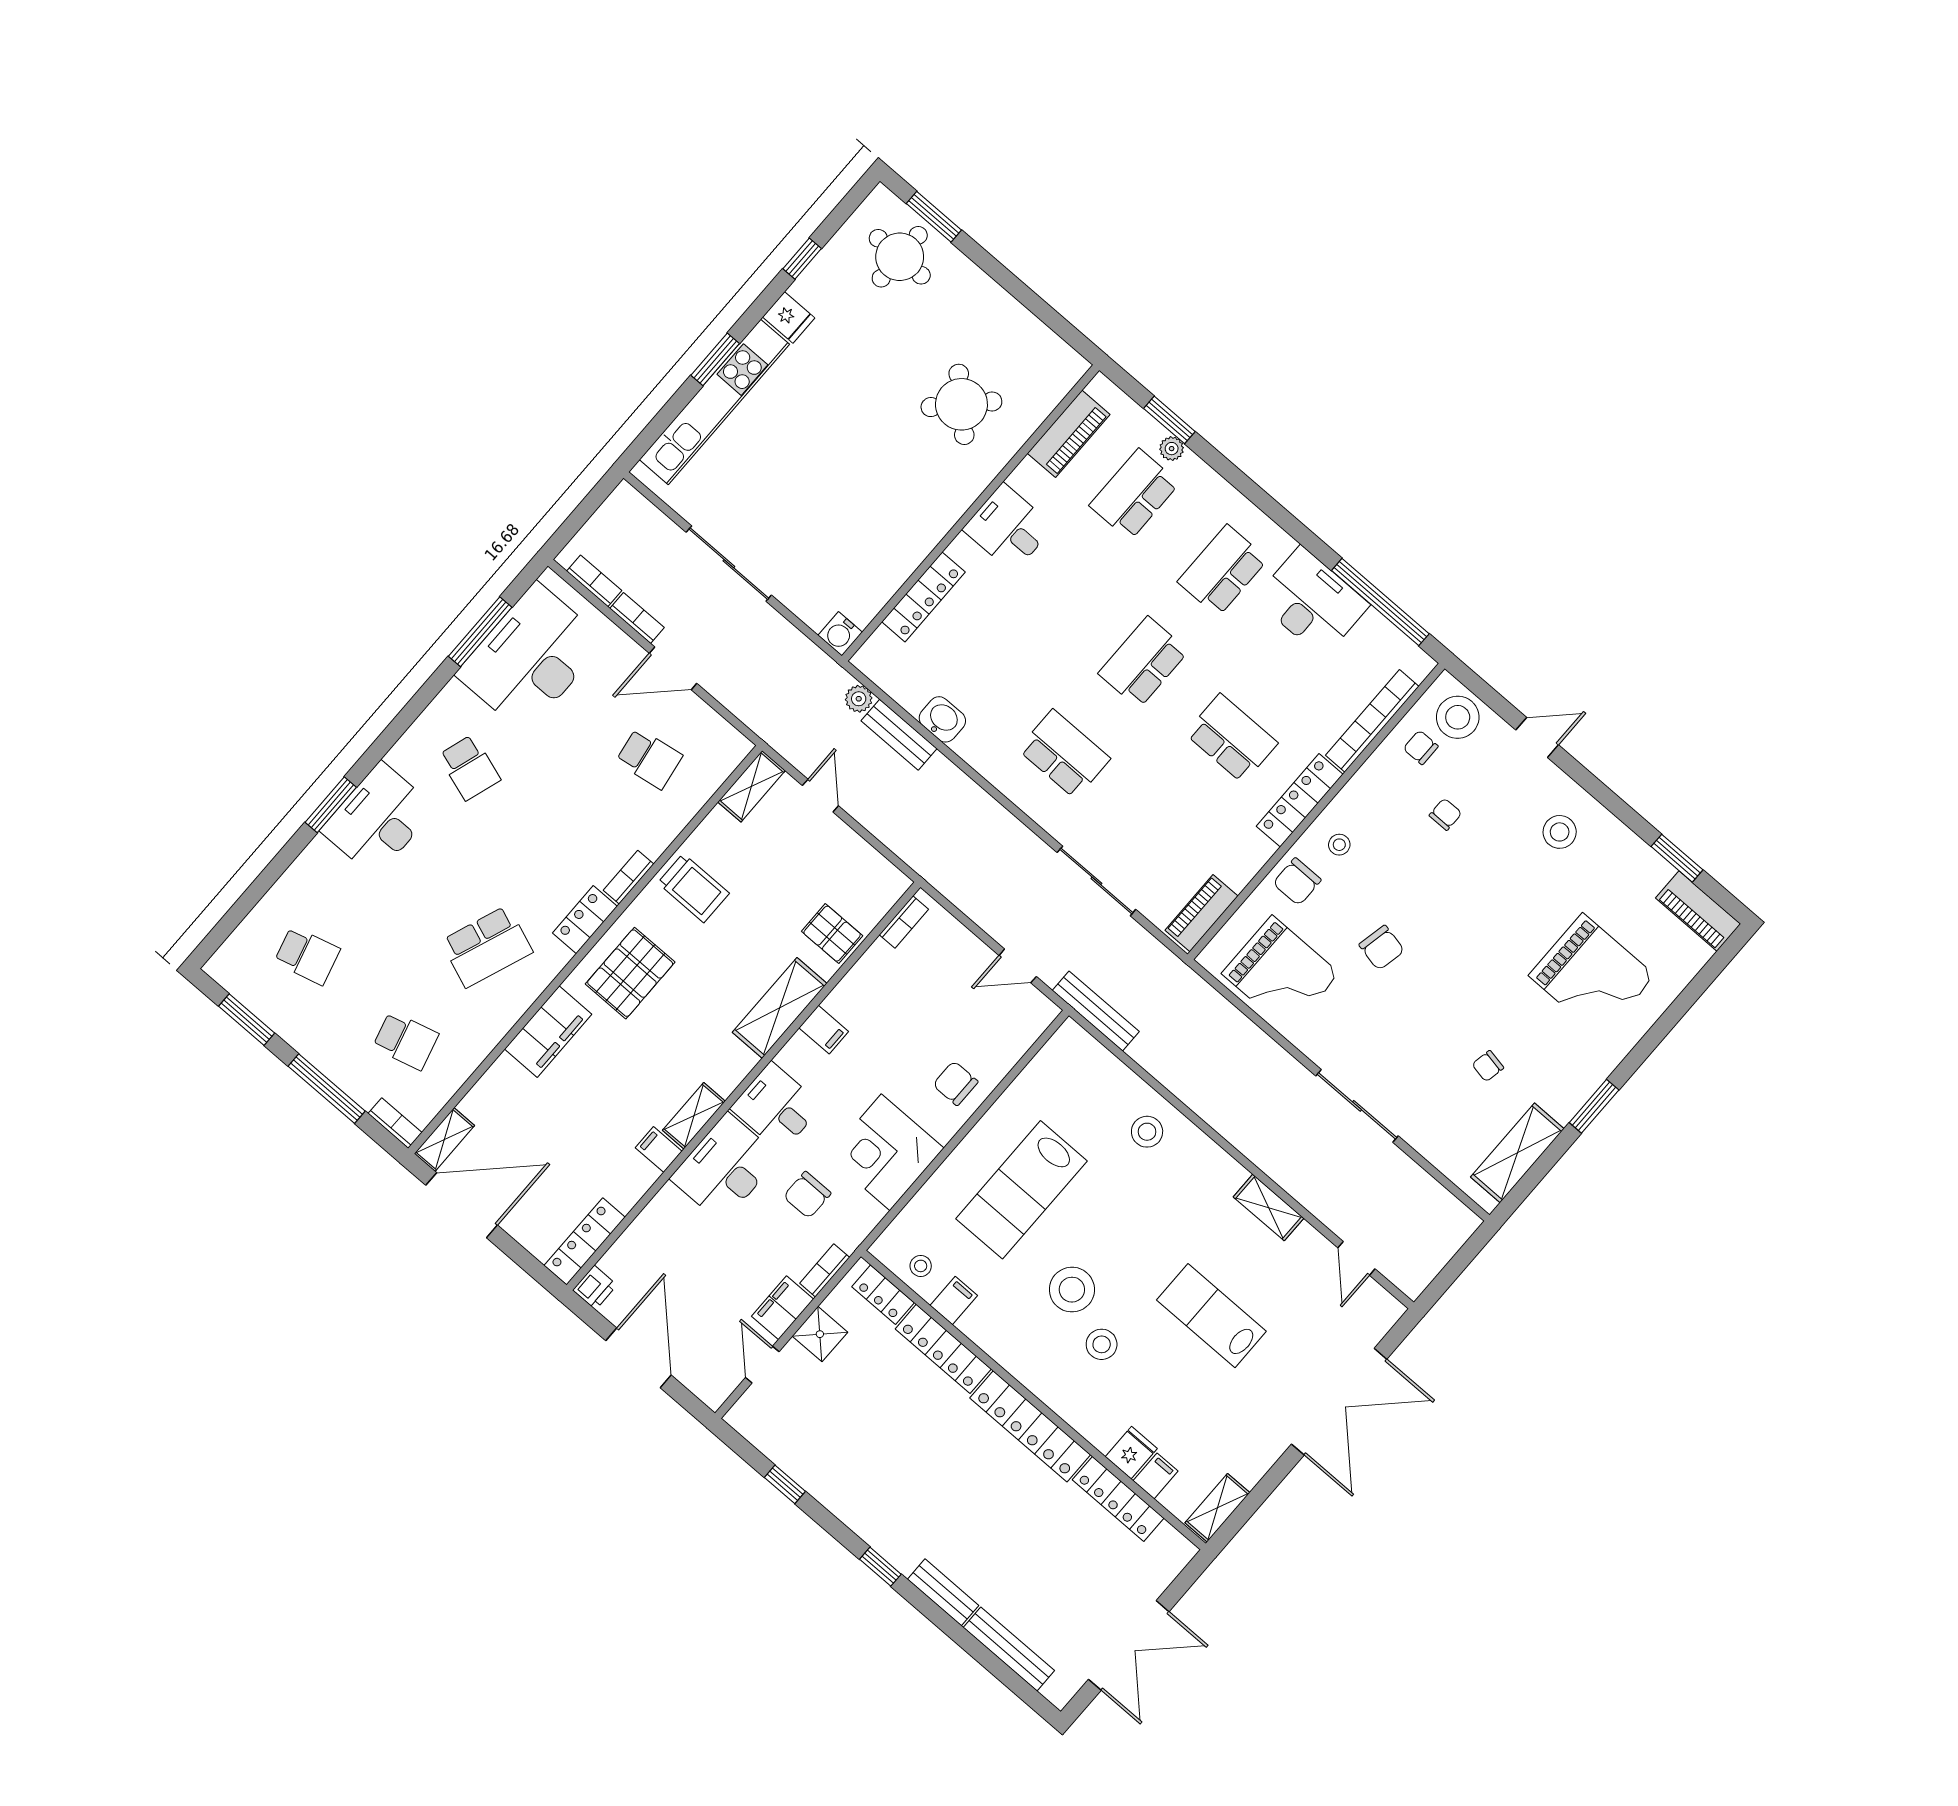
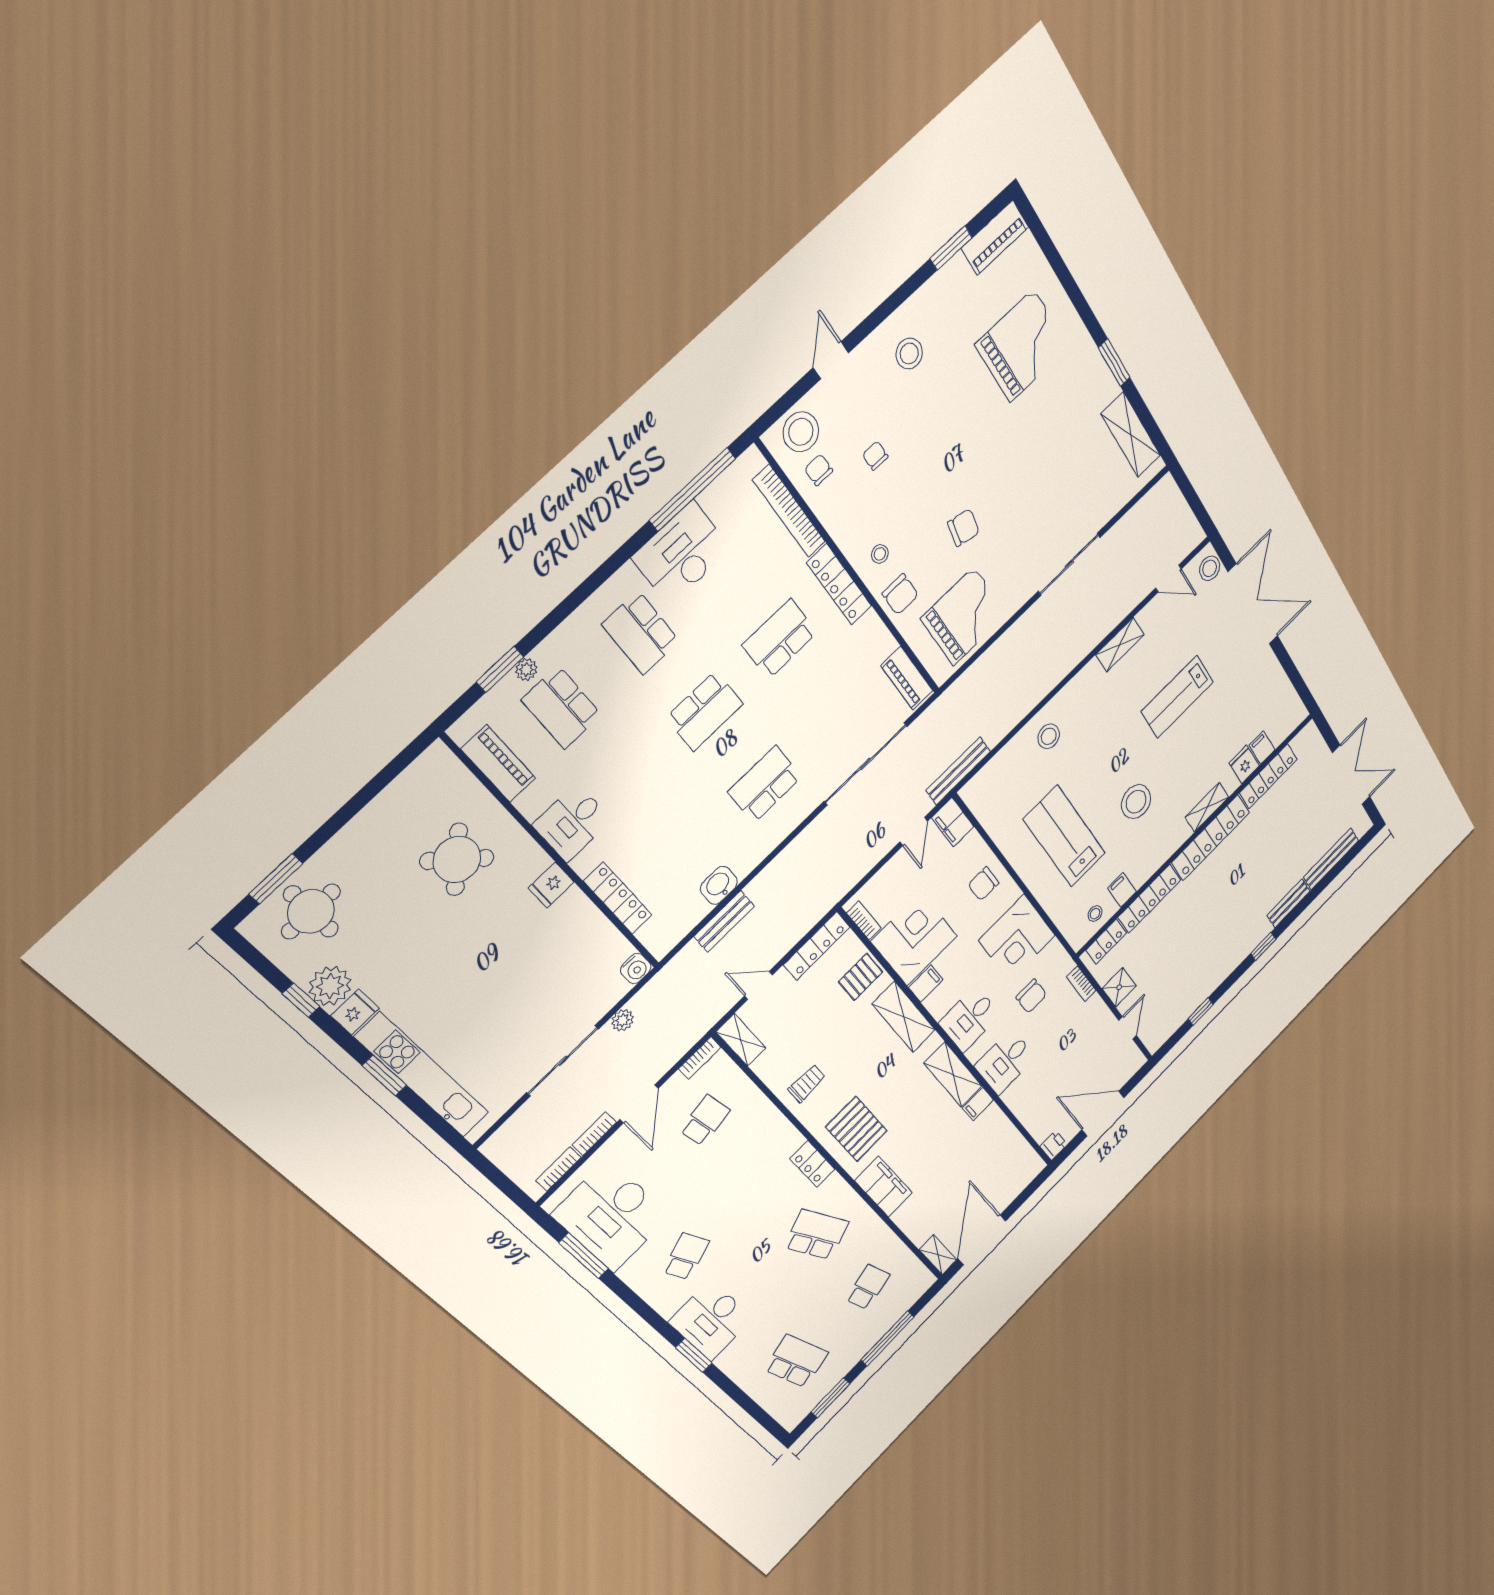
plant: (818, 287) -> (330, 986), added
fridge: (936, 515) -> (551, 885), added
school desk: (1143, 662) -> (705, 711), turned -90
plant: (859, 699) -> (623, 1020), moved
chair: (1421, 747) -> (819, 470), turned 90
school desk: (469, 767) -> (686, 1256), turned -39
bookcase: (629, 877) -> (700, 1058), moved, turned -90
sliding door: (1096, 881) -> (866, 764), width x1.36
trolley: (693, 888) -> (807, 1083), width x0.73, depth x0.72
school desk: (487, 947) -> (816, 1234), turned -45
school desk: (307, 956) -> (796, 1361), width x1.85
corner desk: (882, 999) -> (914, 939), added
chair: (1488, 1066) -> (1066, 449), removed
shelving: (694, 1116) -> (953, 1075), width x1.50, depth x1.33
bookcase: (395, 1123) -> (920, 1290), removed
desk: (725, 1168) -> (1005, 1062), width x0.73
lab bench: (1021, 1190) -> (1064, 836), turned 180
locker: (585, 1241) -> (817, 946), moved, turned -90
filing cabinet: (783, 1308) -> (953, 822), moved
stool: (1102, 1344) -> (1210, 568), moved
door: (762, 1365) -> (1128, 1028), swing flipped
shelving: (1217, 1508) -> (1207, 807), moved, turned 90

